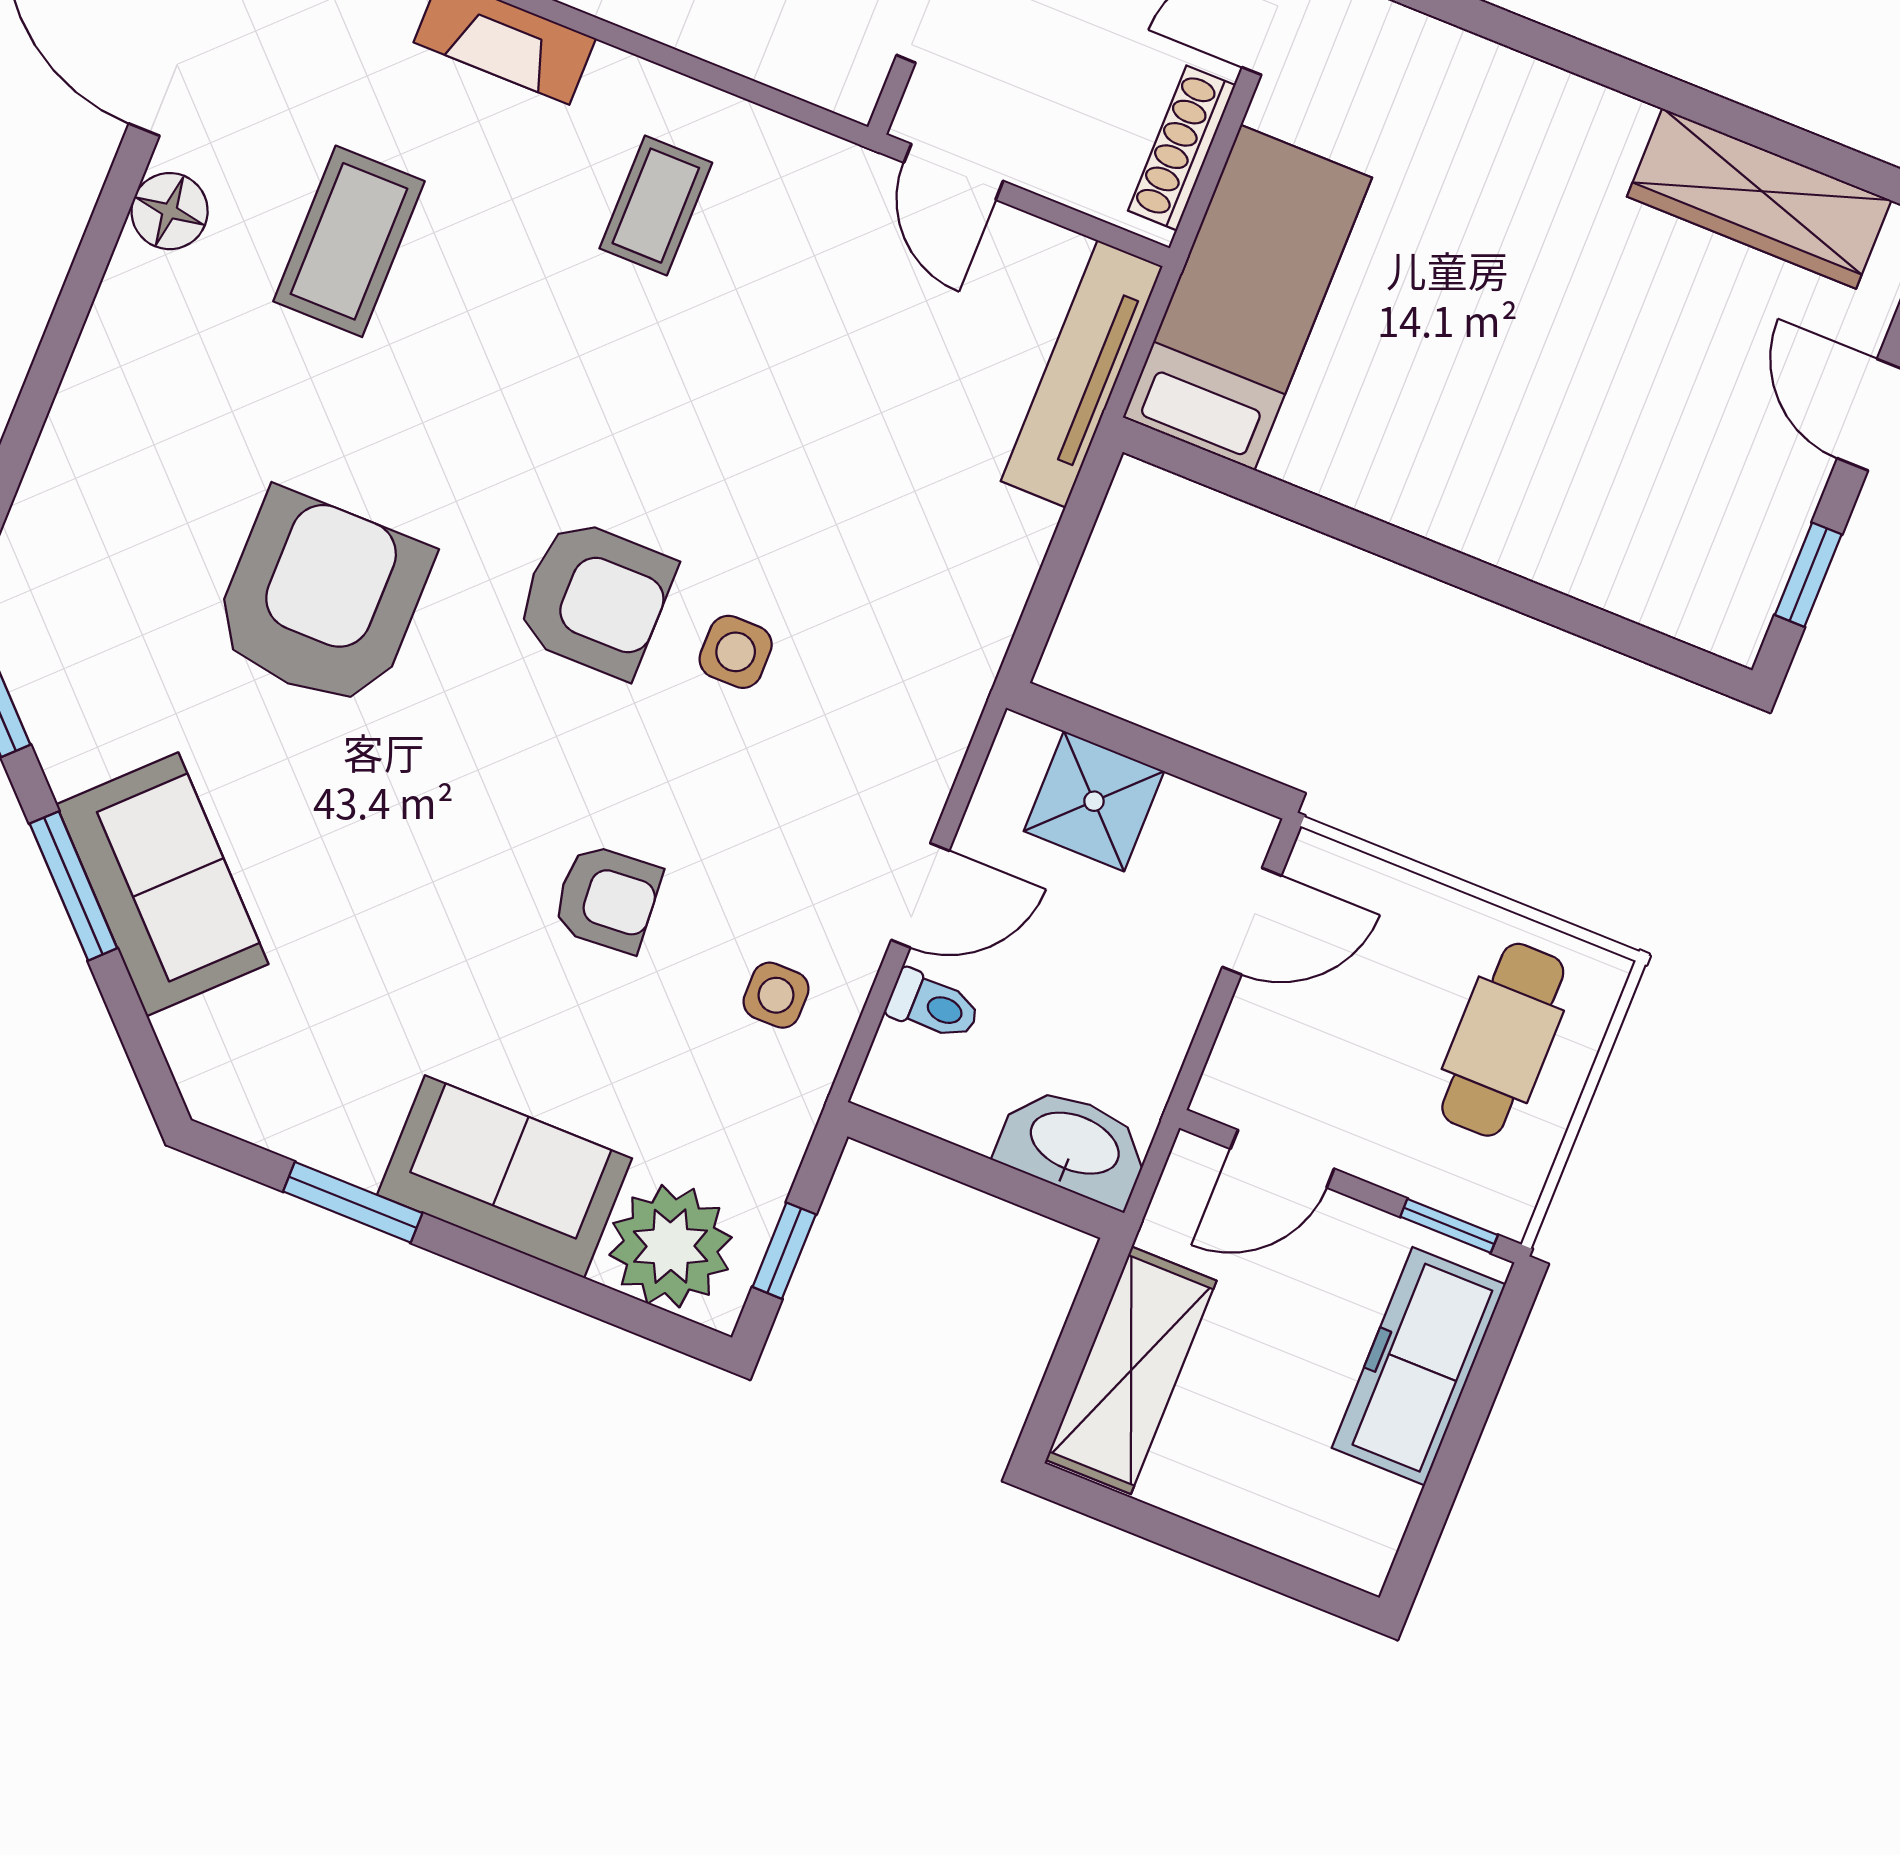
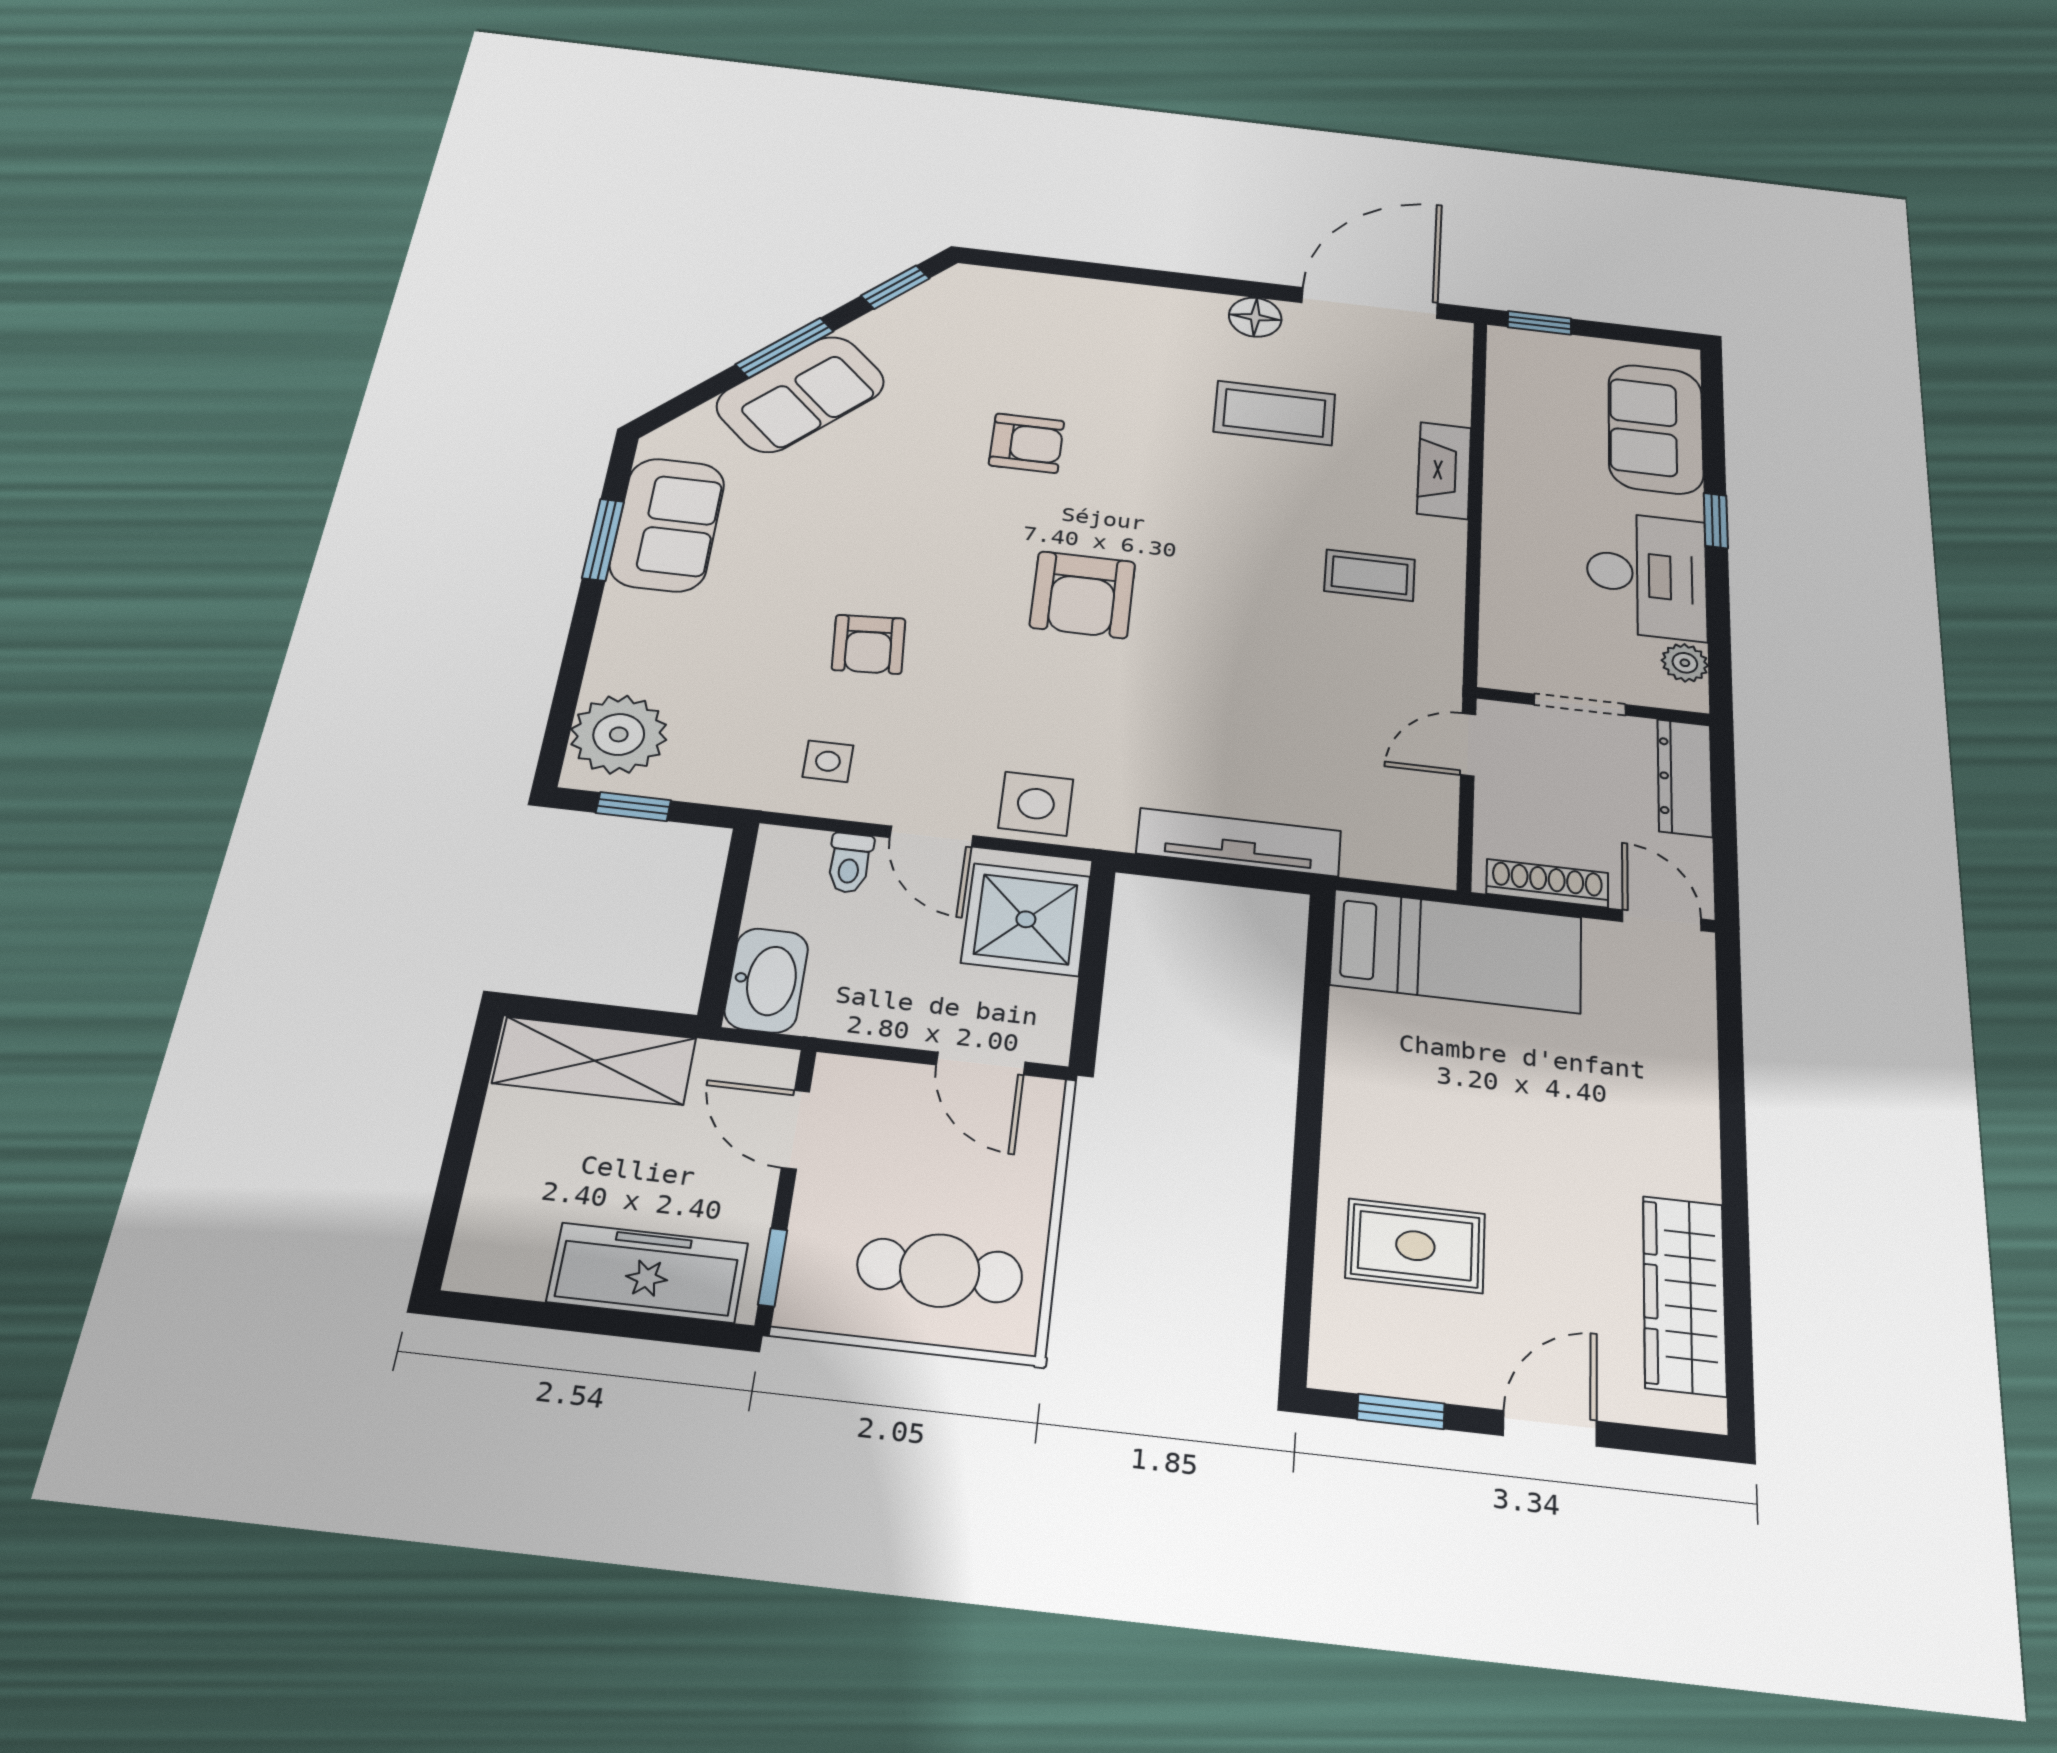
tv unit: (1082, 374) -> (1239, 842), moved
rug: (1617, 487) -> (1415, 1246), added
armchair: (322, 599) -> (1027, 443), width x0.53, depth x0.53
side table: (736, 652) -> (1036, 804), moved, width x1.37, depth x1.37
shower: (1094, 801) -> (1026, 919), width x1.36, depth x1.36
sofa: (505, 1177) -> (667, 525), moved

